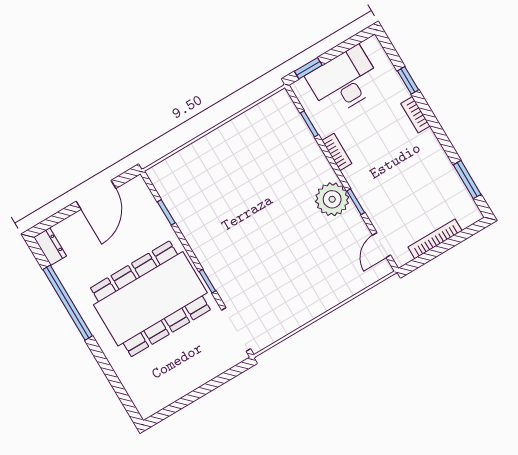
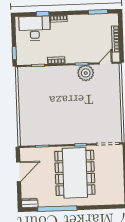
desk: (344, 81) -> (35, 28), moved, turned 90
door: (96, 195) -> (19, 172), hinge flipped
plant: (332, 199) -> (86, 73), moved
door: (382, 245) -> (106, 63), swing flipped

